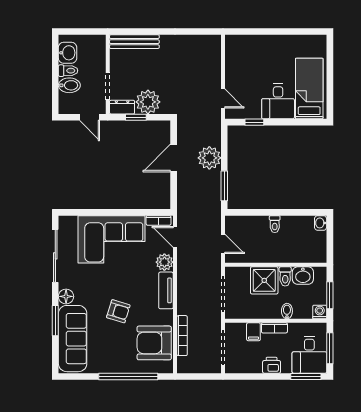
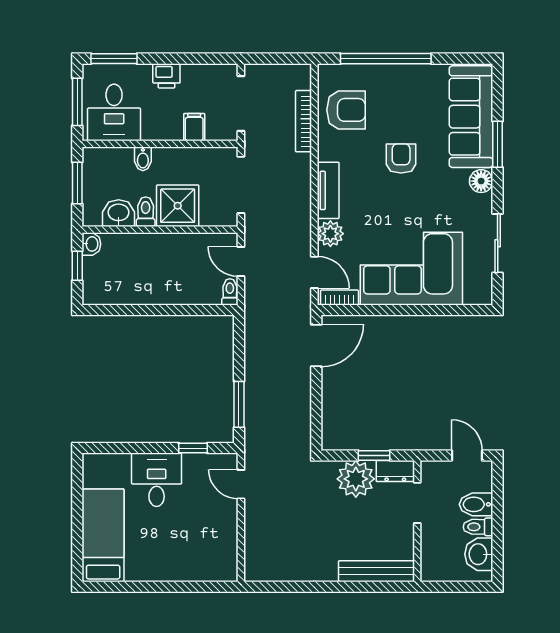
bed: (309, 89) -> (103, 535), moved, turned 180
door: (90, 117) -> (467, 455), moved
door: (174, 158) -> (316, 346), moved
plant: (209, 158) -> (261, 393), removed
window: (224, 186) -> (239, 404), moved
washbasin: (321, 223) -> (91, 244), moved
toilet: (275, 224) -> (230, 292), moved
window: (330, 241) -> (77, 266), added
sliding door: (55, 256) -> (498, 243), width x0.73
armchair: (118, 311) -> (401, 158), turned 73
washing machine: (320, 312) -> (93, 157), removed
bookcase: (274, 328) -> (162, 133), removed
armchair: (154, 343) -> (346, 110), width x0.73, depth x0.73
desk: (309, 355) -> (114, 113), moved, turned 180

